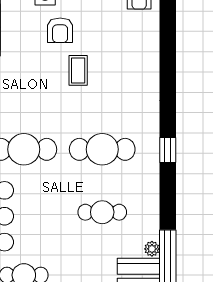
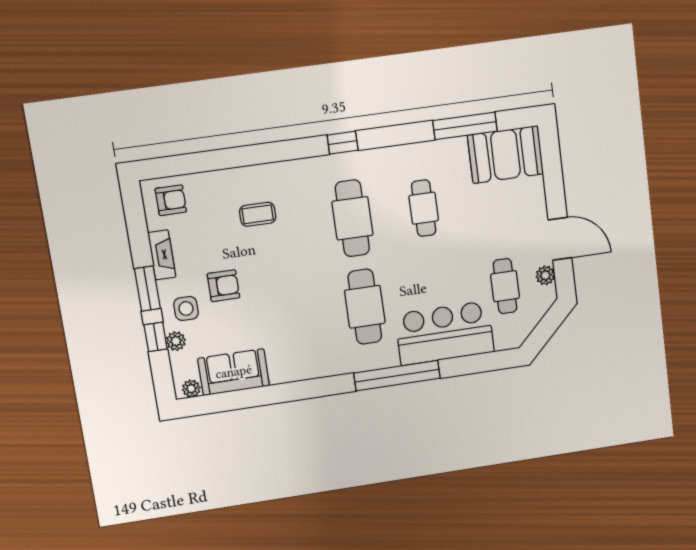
coffee table: (78, 70) -> (258, 214), moved
plant: (152, 249) -> (458, 145), removed

